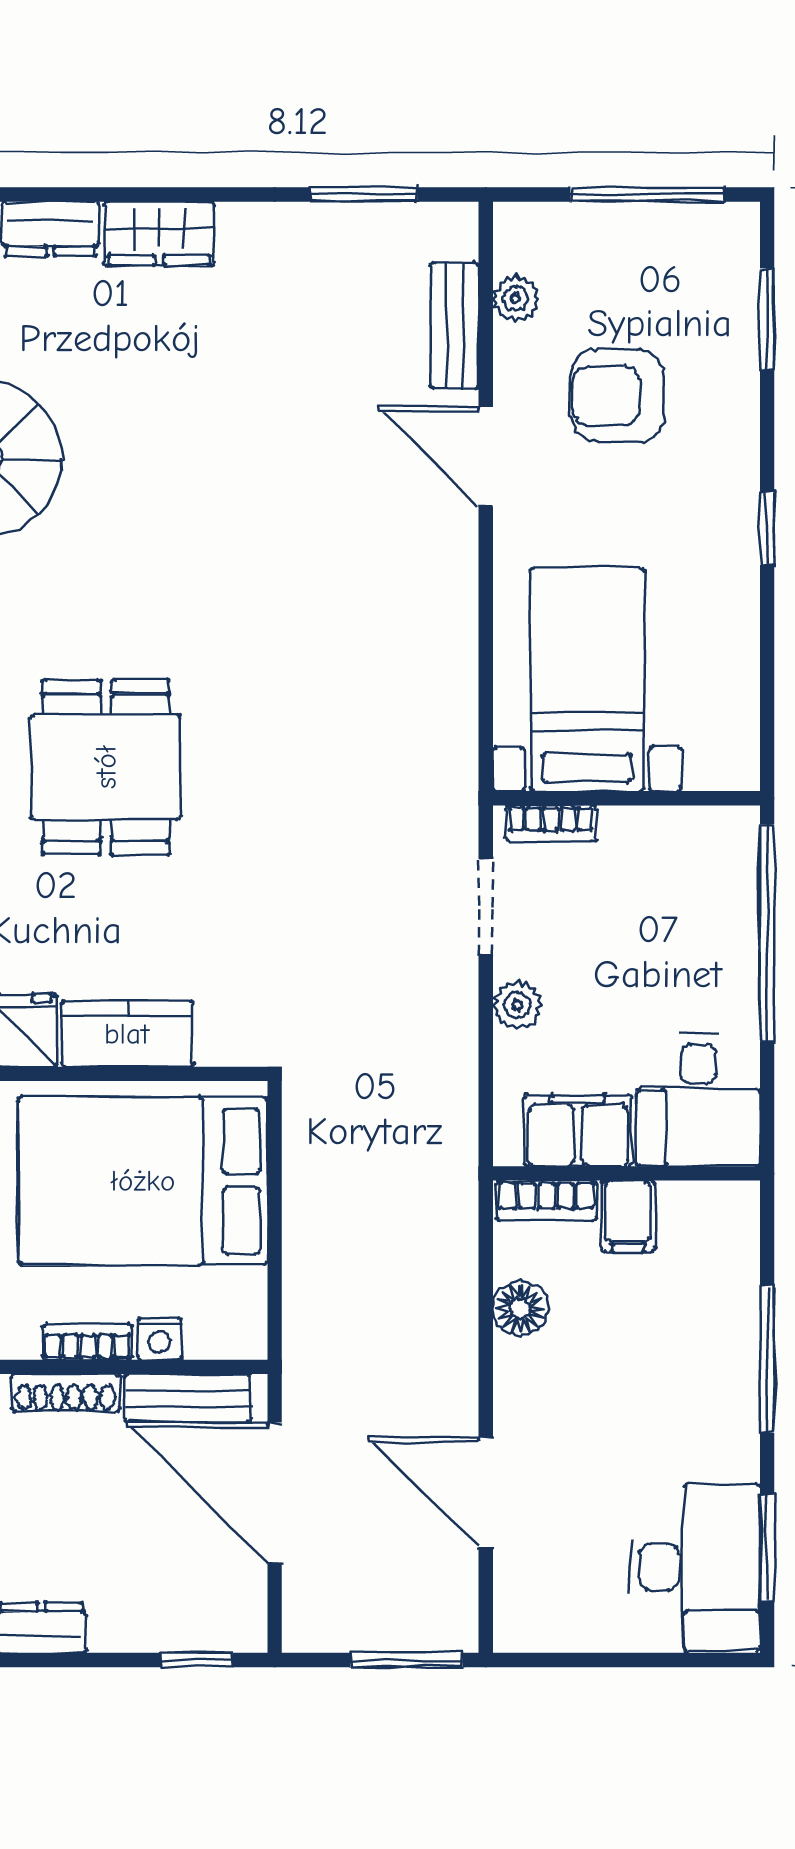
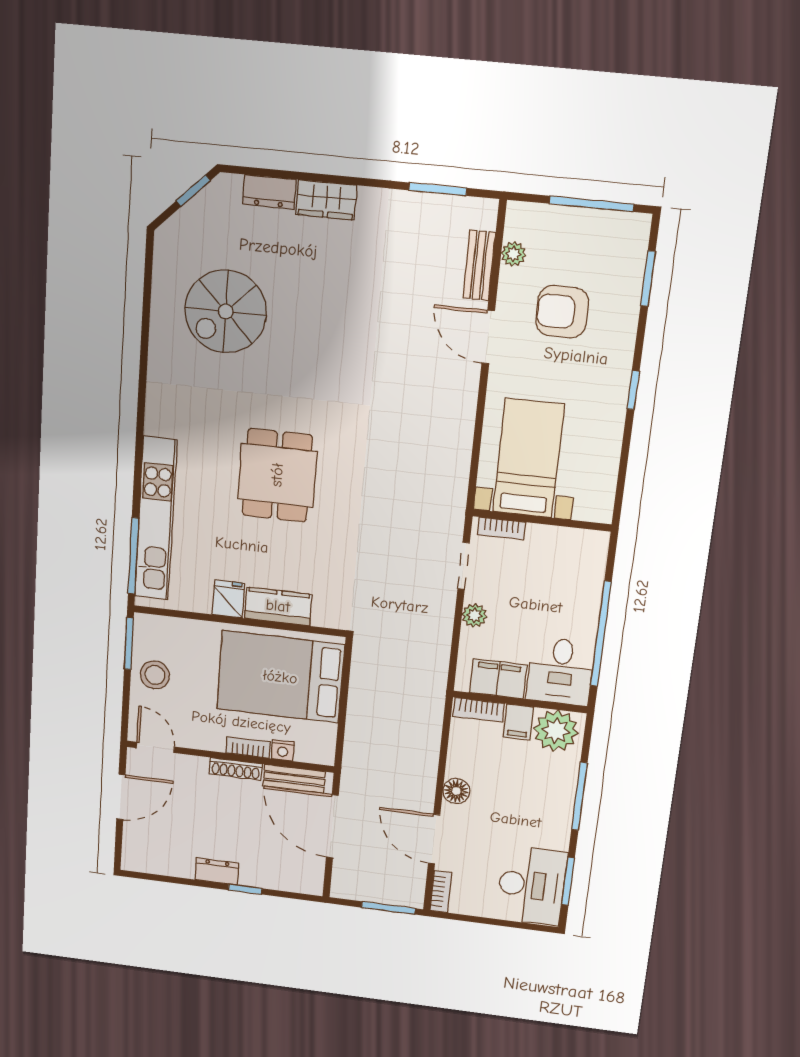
window: (767, 933) -> (601, 634), moved
plant: (704, 1225) -> (556, 731), added
floor lamp: (520, 1308) -> (456, 791), moved
bookcase: (511, 1607) -> (441, 892), added
window: (197, 1660) -> (245, 889), moved

